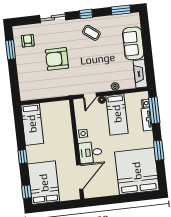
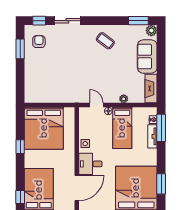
window: (86, 14) -> (39, 21), moved
plant: (134, 18) -> (151, 31), added
armchair: (57, 59) -> (67, 64), removed
door: (90, 95) -> (96, 105), swing flipped
bed: (32, 124) -> (44, 128), width x2.04
window: (159, 150) -> (161, 184), moved
window: (23, 157) -> (20, 147), moved

